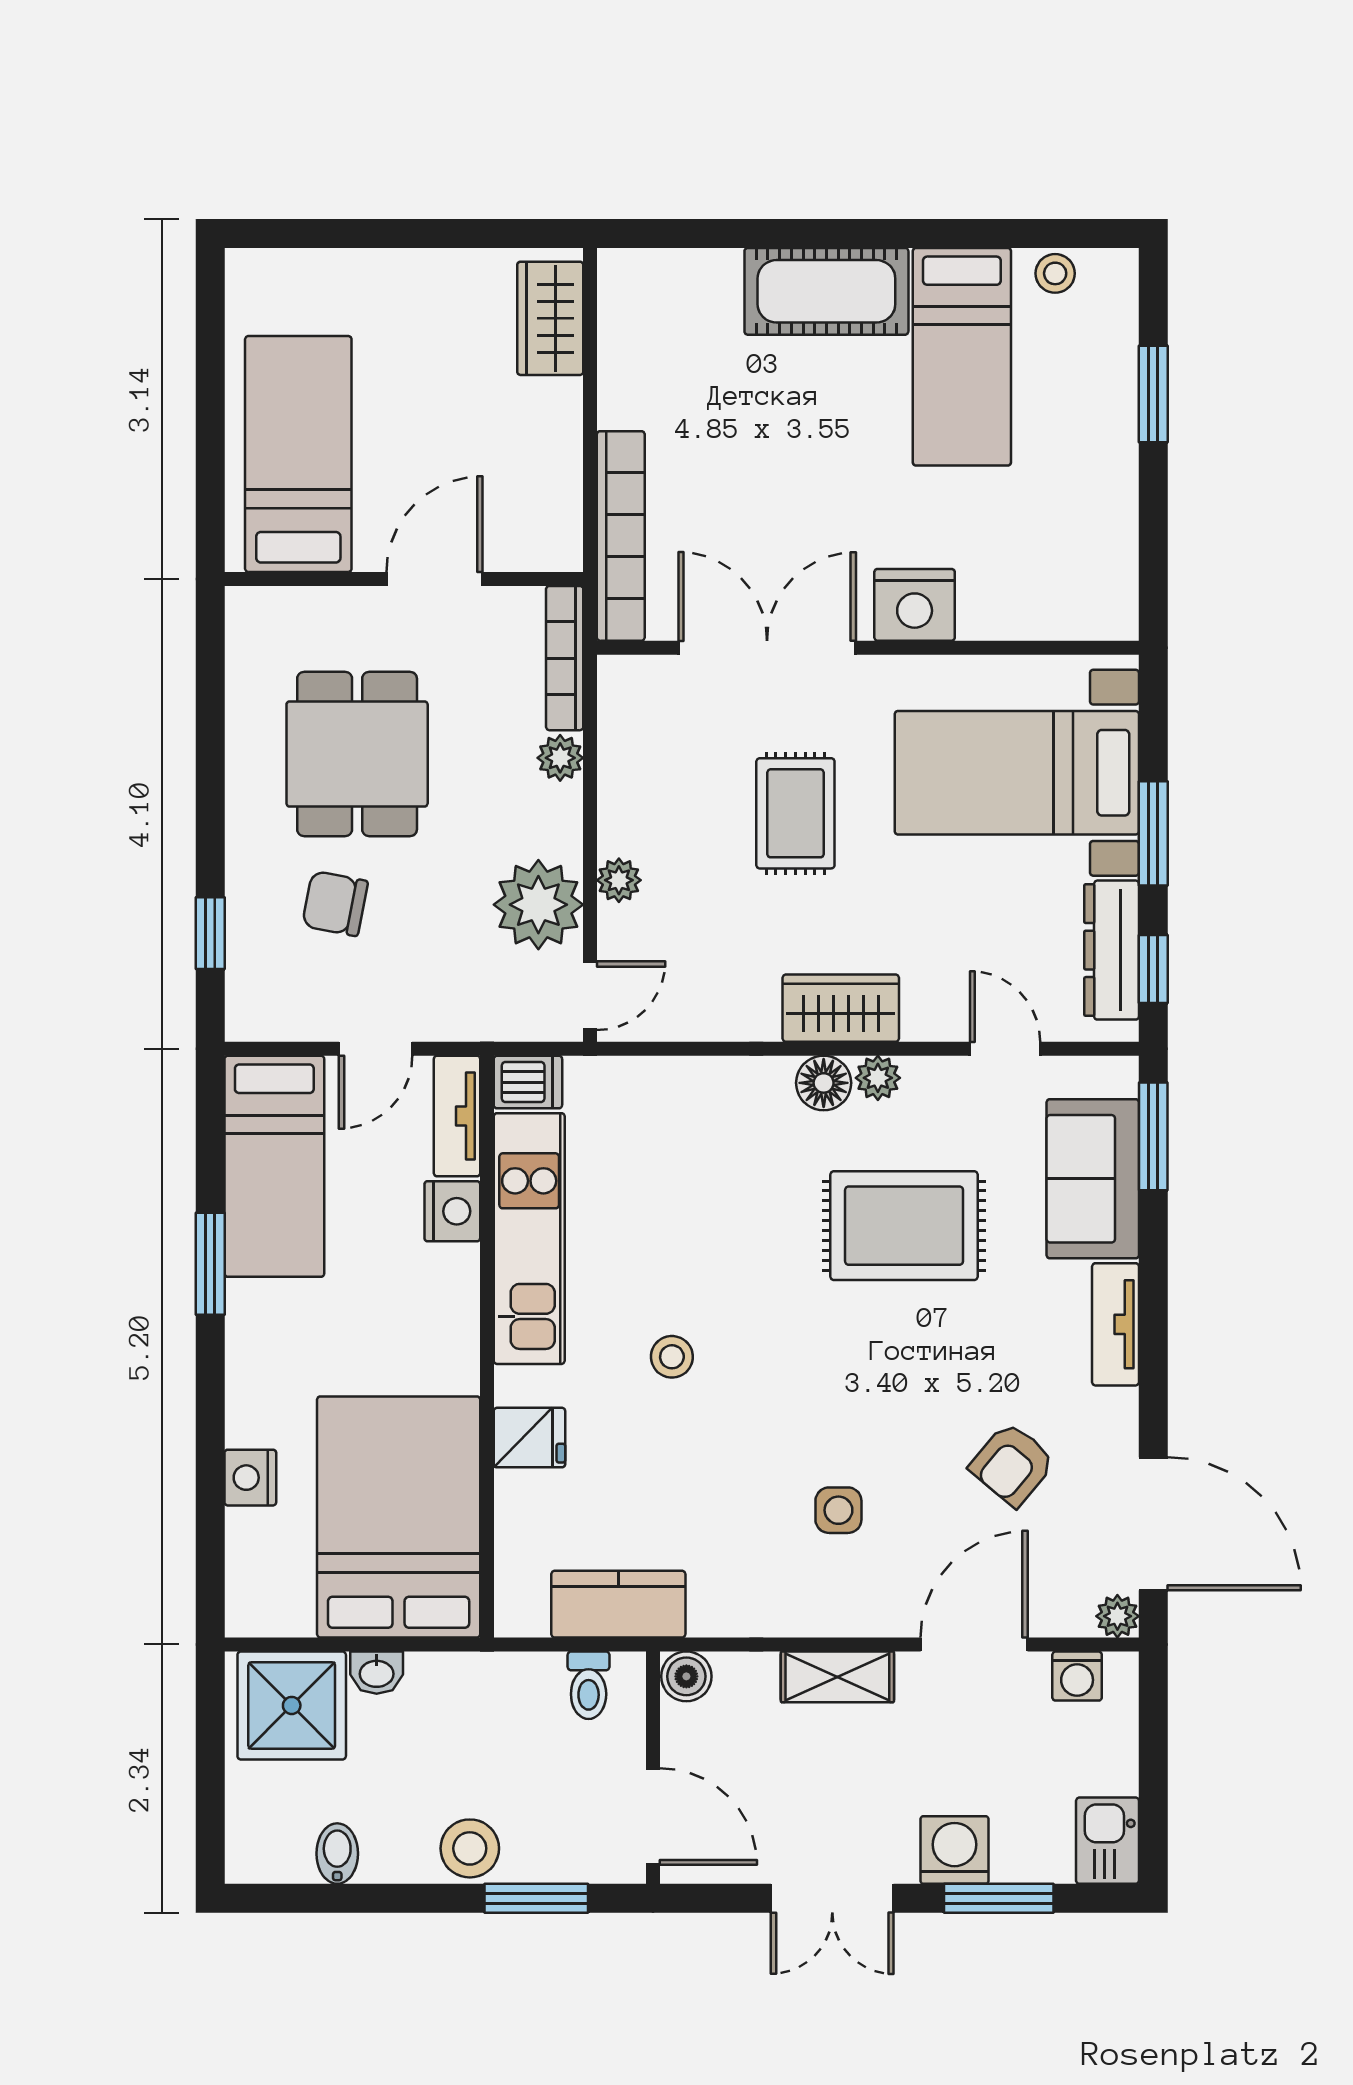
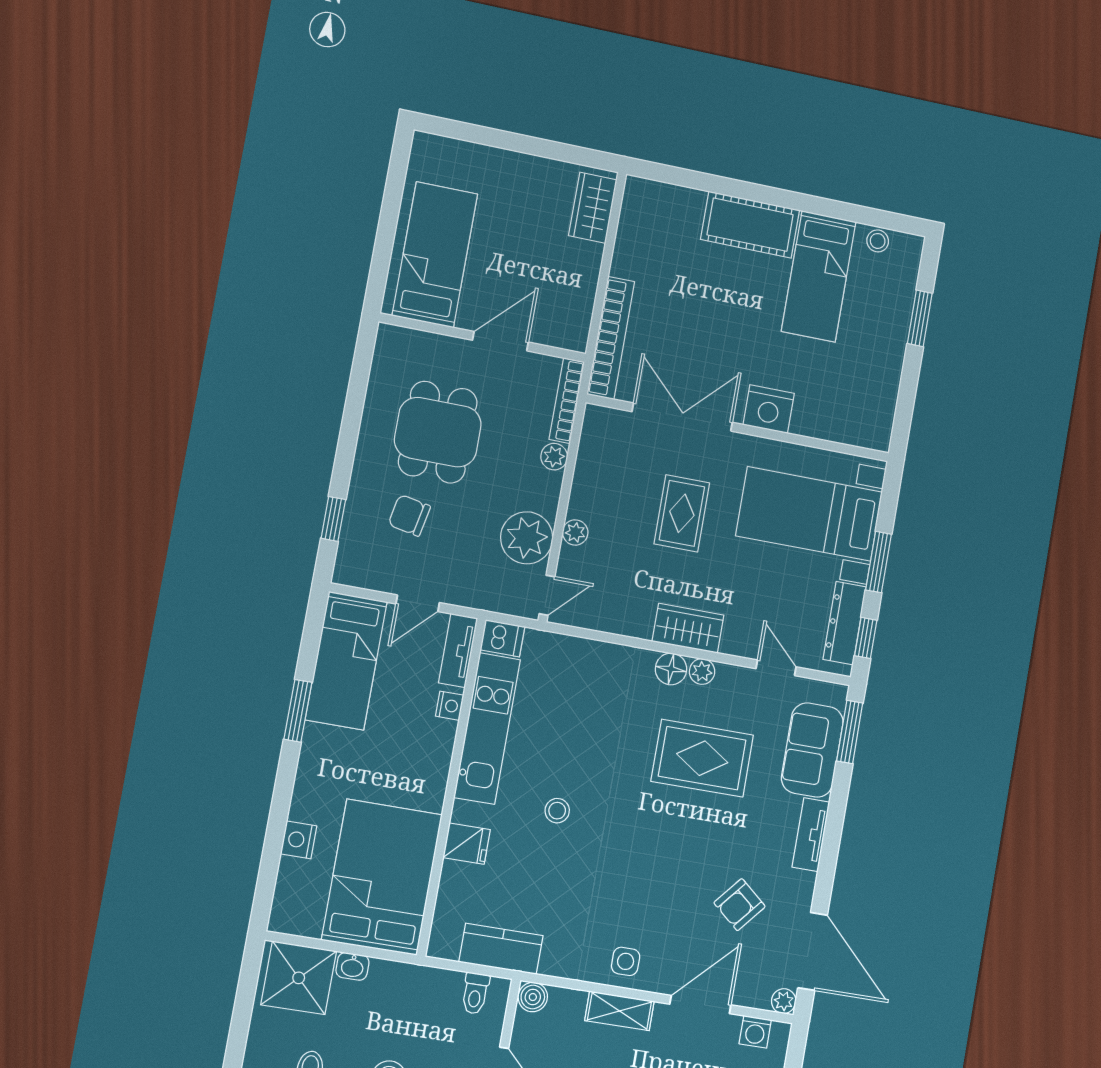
nightstand: (452, 1211) -> (450, 706), width x0.72, depth x0.74
side table: (838, 1510) -> (626, 961), moved

